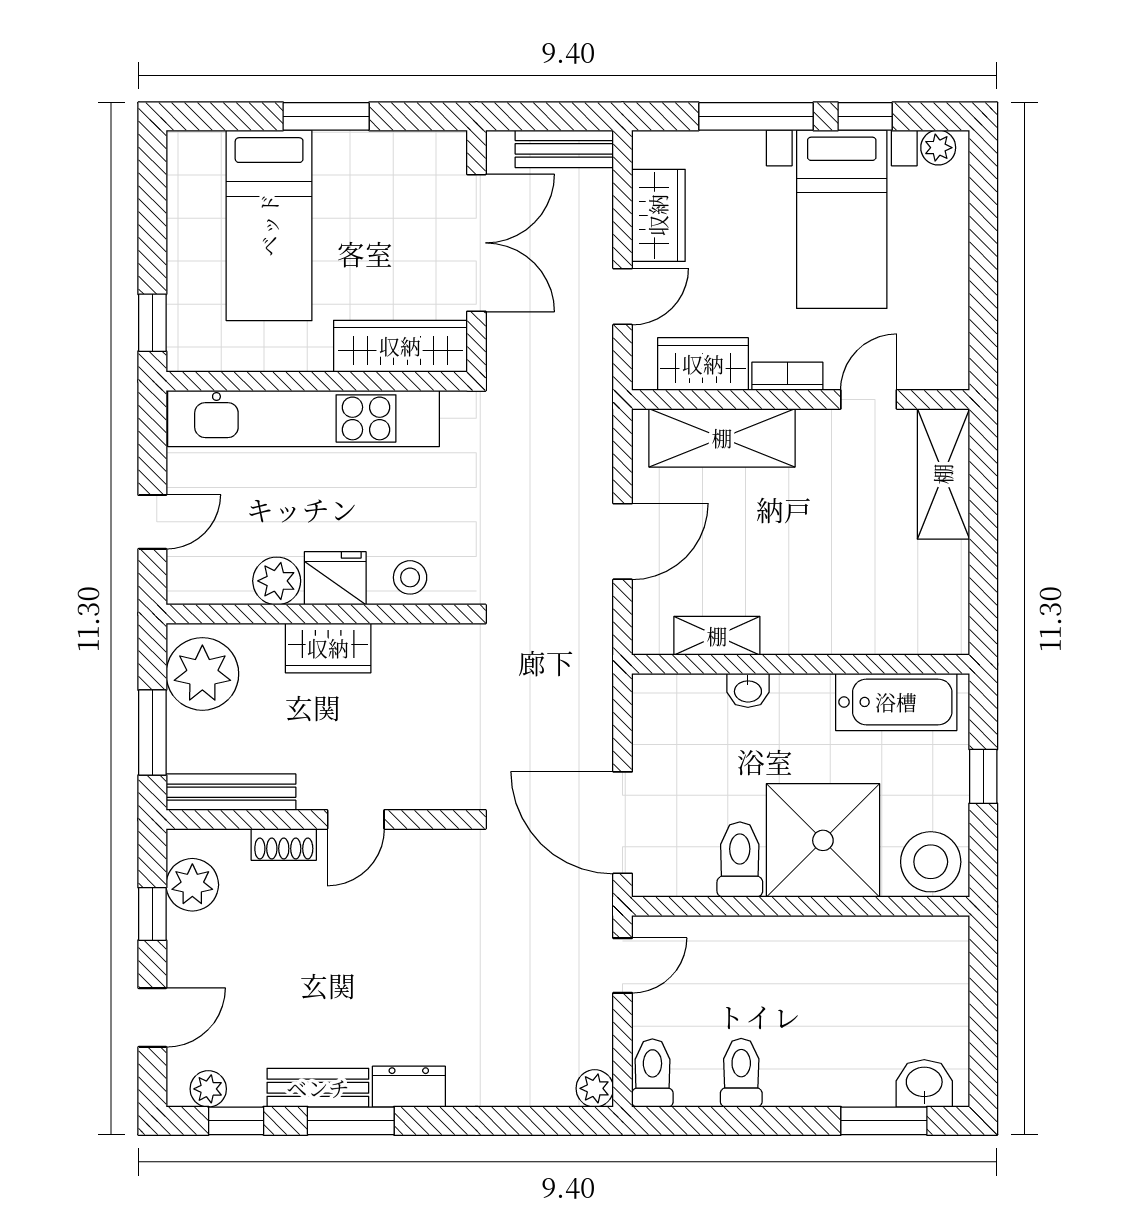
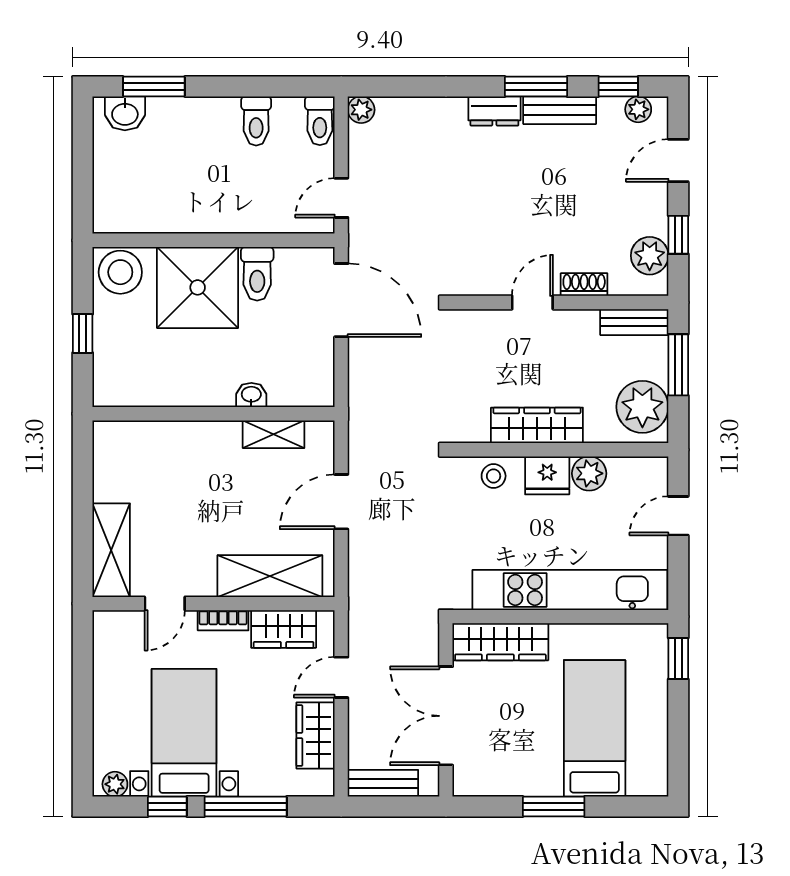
wardrobe: (328, 648) -> (537, 425), width x1.50
bathtub: (896, 702) -> (145, 387), removed
bench: (231, 792) -> (634, 322), width x0.73

